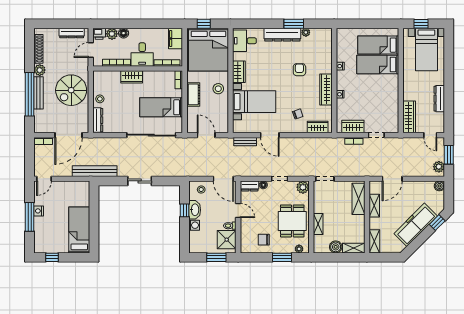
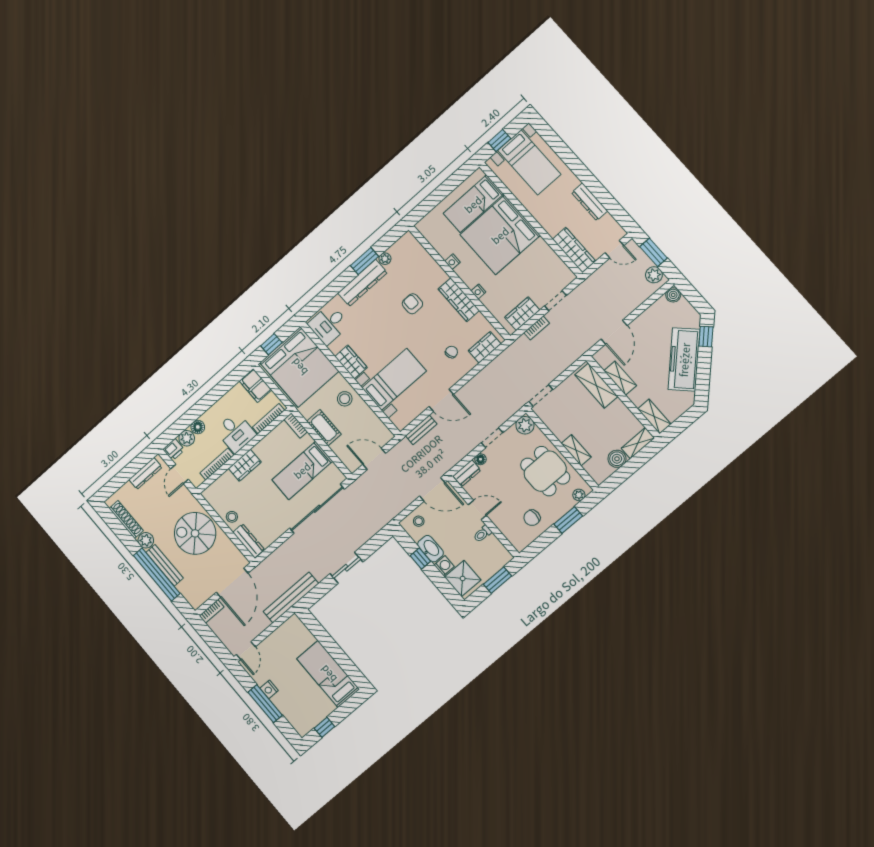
bed: (378, 65) -> (500, 235), width x2.04
spiral stairs: (71, 90) -> (195, 533), turned 90
shower: (227, 240) -> (463, 578), moved

